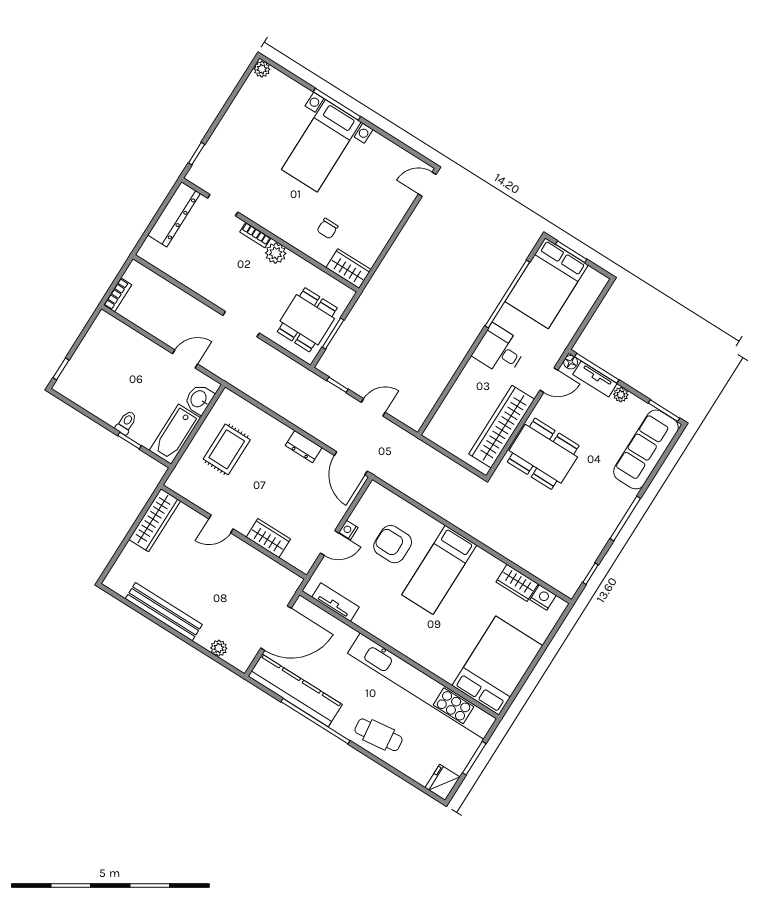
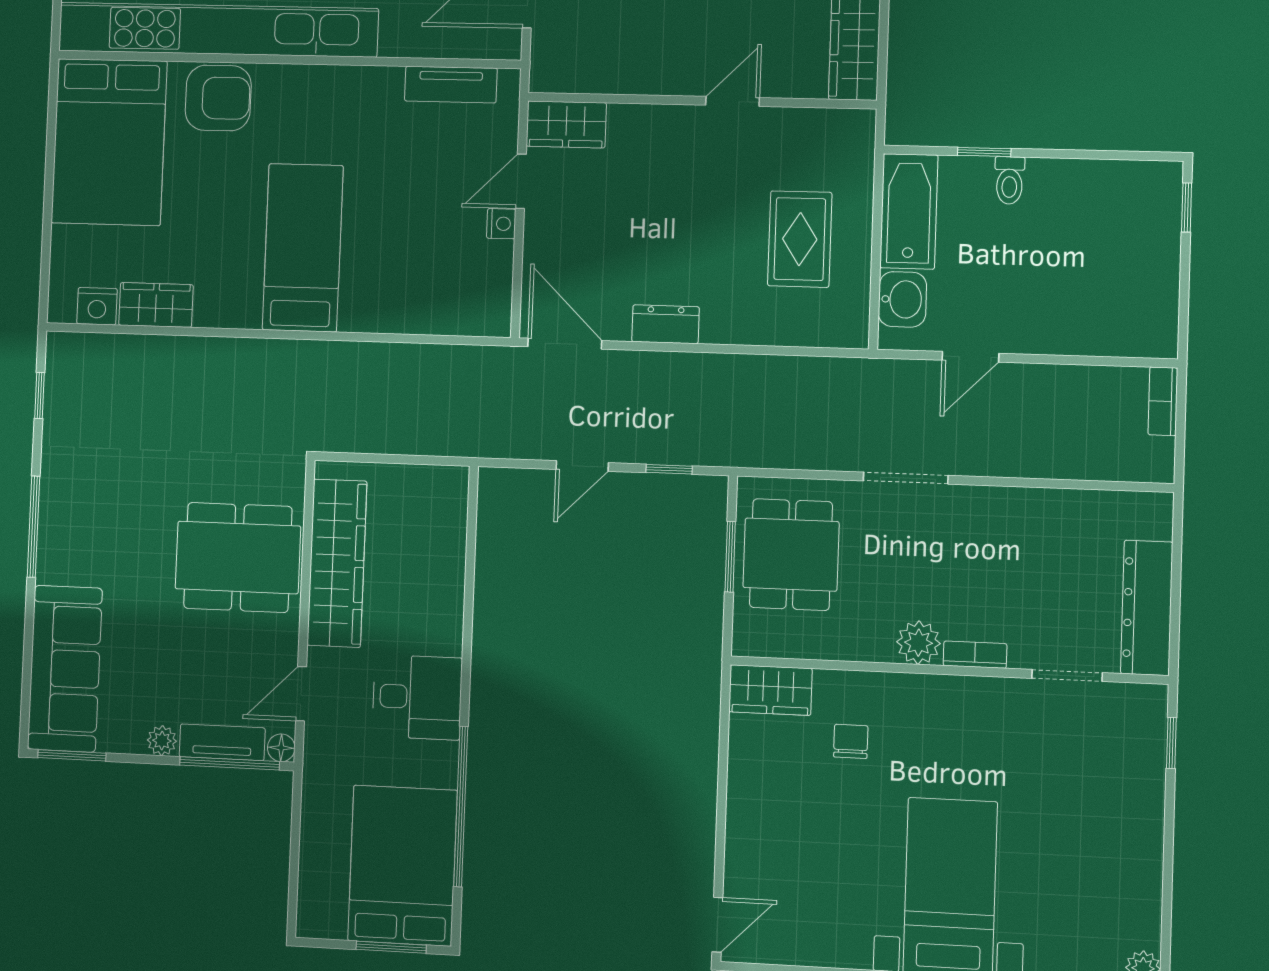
wardrobe: (268, 538) -> (566, 124), moved
armchair: (393, 544) -> (218, 98), moved

